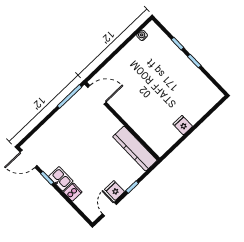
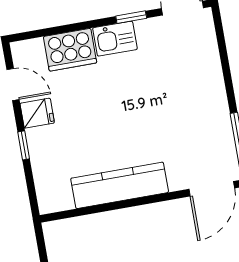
kitchen counter: (135, 149) -> (120, 185), moved
cooker: (73, 192) -> (70, 50), width x1.87, depth x1.31

